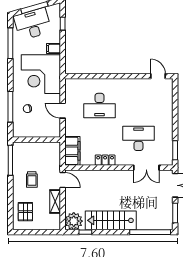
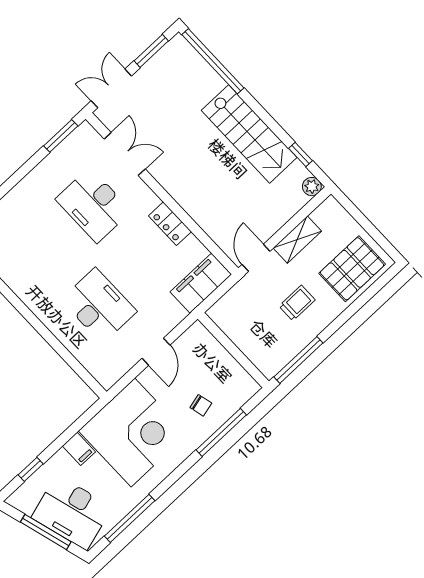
pallet: (25, 212) -> (352, 269), width x1.50, depth x1.42
plant: (74, 221) -> (312, 187), width x0.53, depth x0.53

